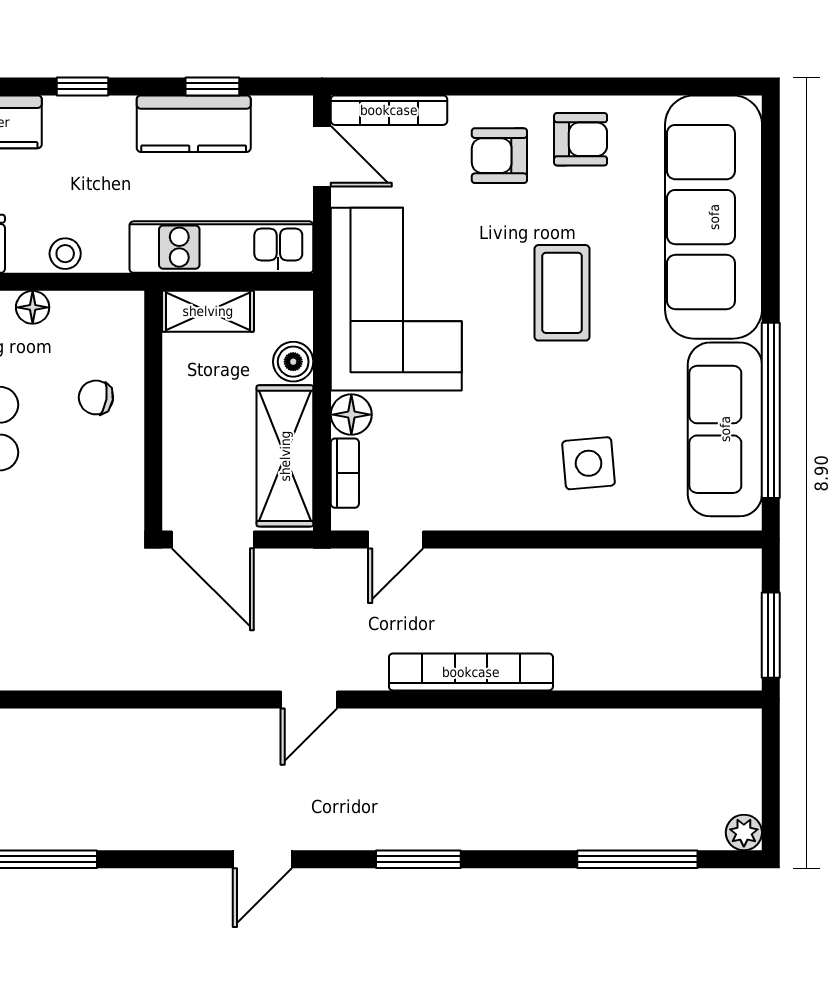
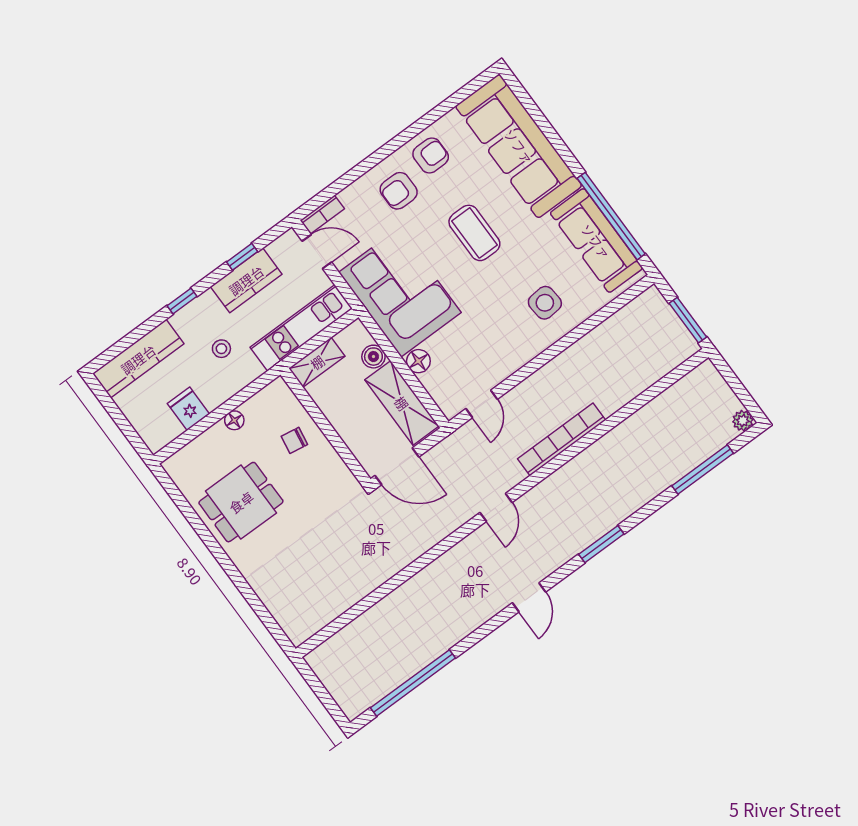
bookcase: (389, 110) -> (322, 215), width x0.64
stool: (65, 254) -> (221, 349), moved
bookcase: (345, 473) -> (435, 390), removed

